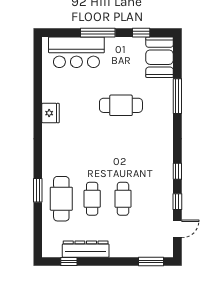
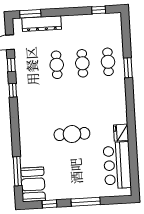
bar counter: (76, 52) -> (117, 165), moved, turned -90
window: (177, 96) -> (17, 171), moved
cafe table: (121, 105) -> (72, 134), moved
cafe table: (61, 199) -> (108, 62), width x0.73, depth x0.74
dresser: (86, 249) -> (42, 24), moved

